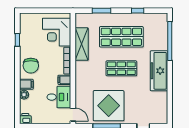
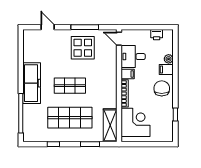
shelving: (82, 44) -> (110, 125), moved
display table: (109, 106) -> (83, 48), width x0.73, depth x0.73
printer: (25, 119) -> (157, 35), moved

